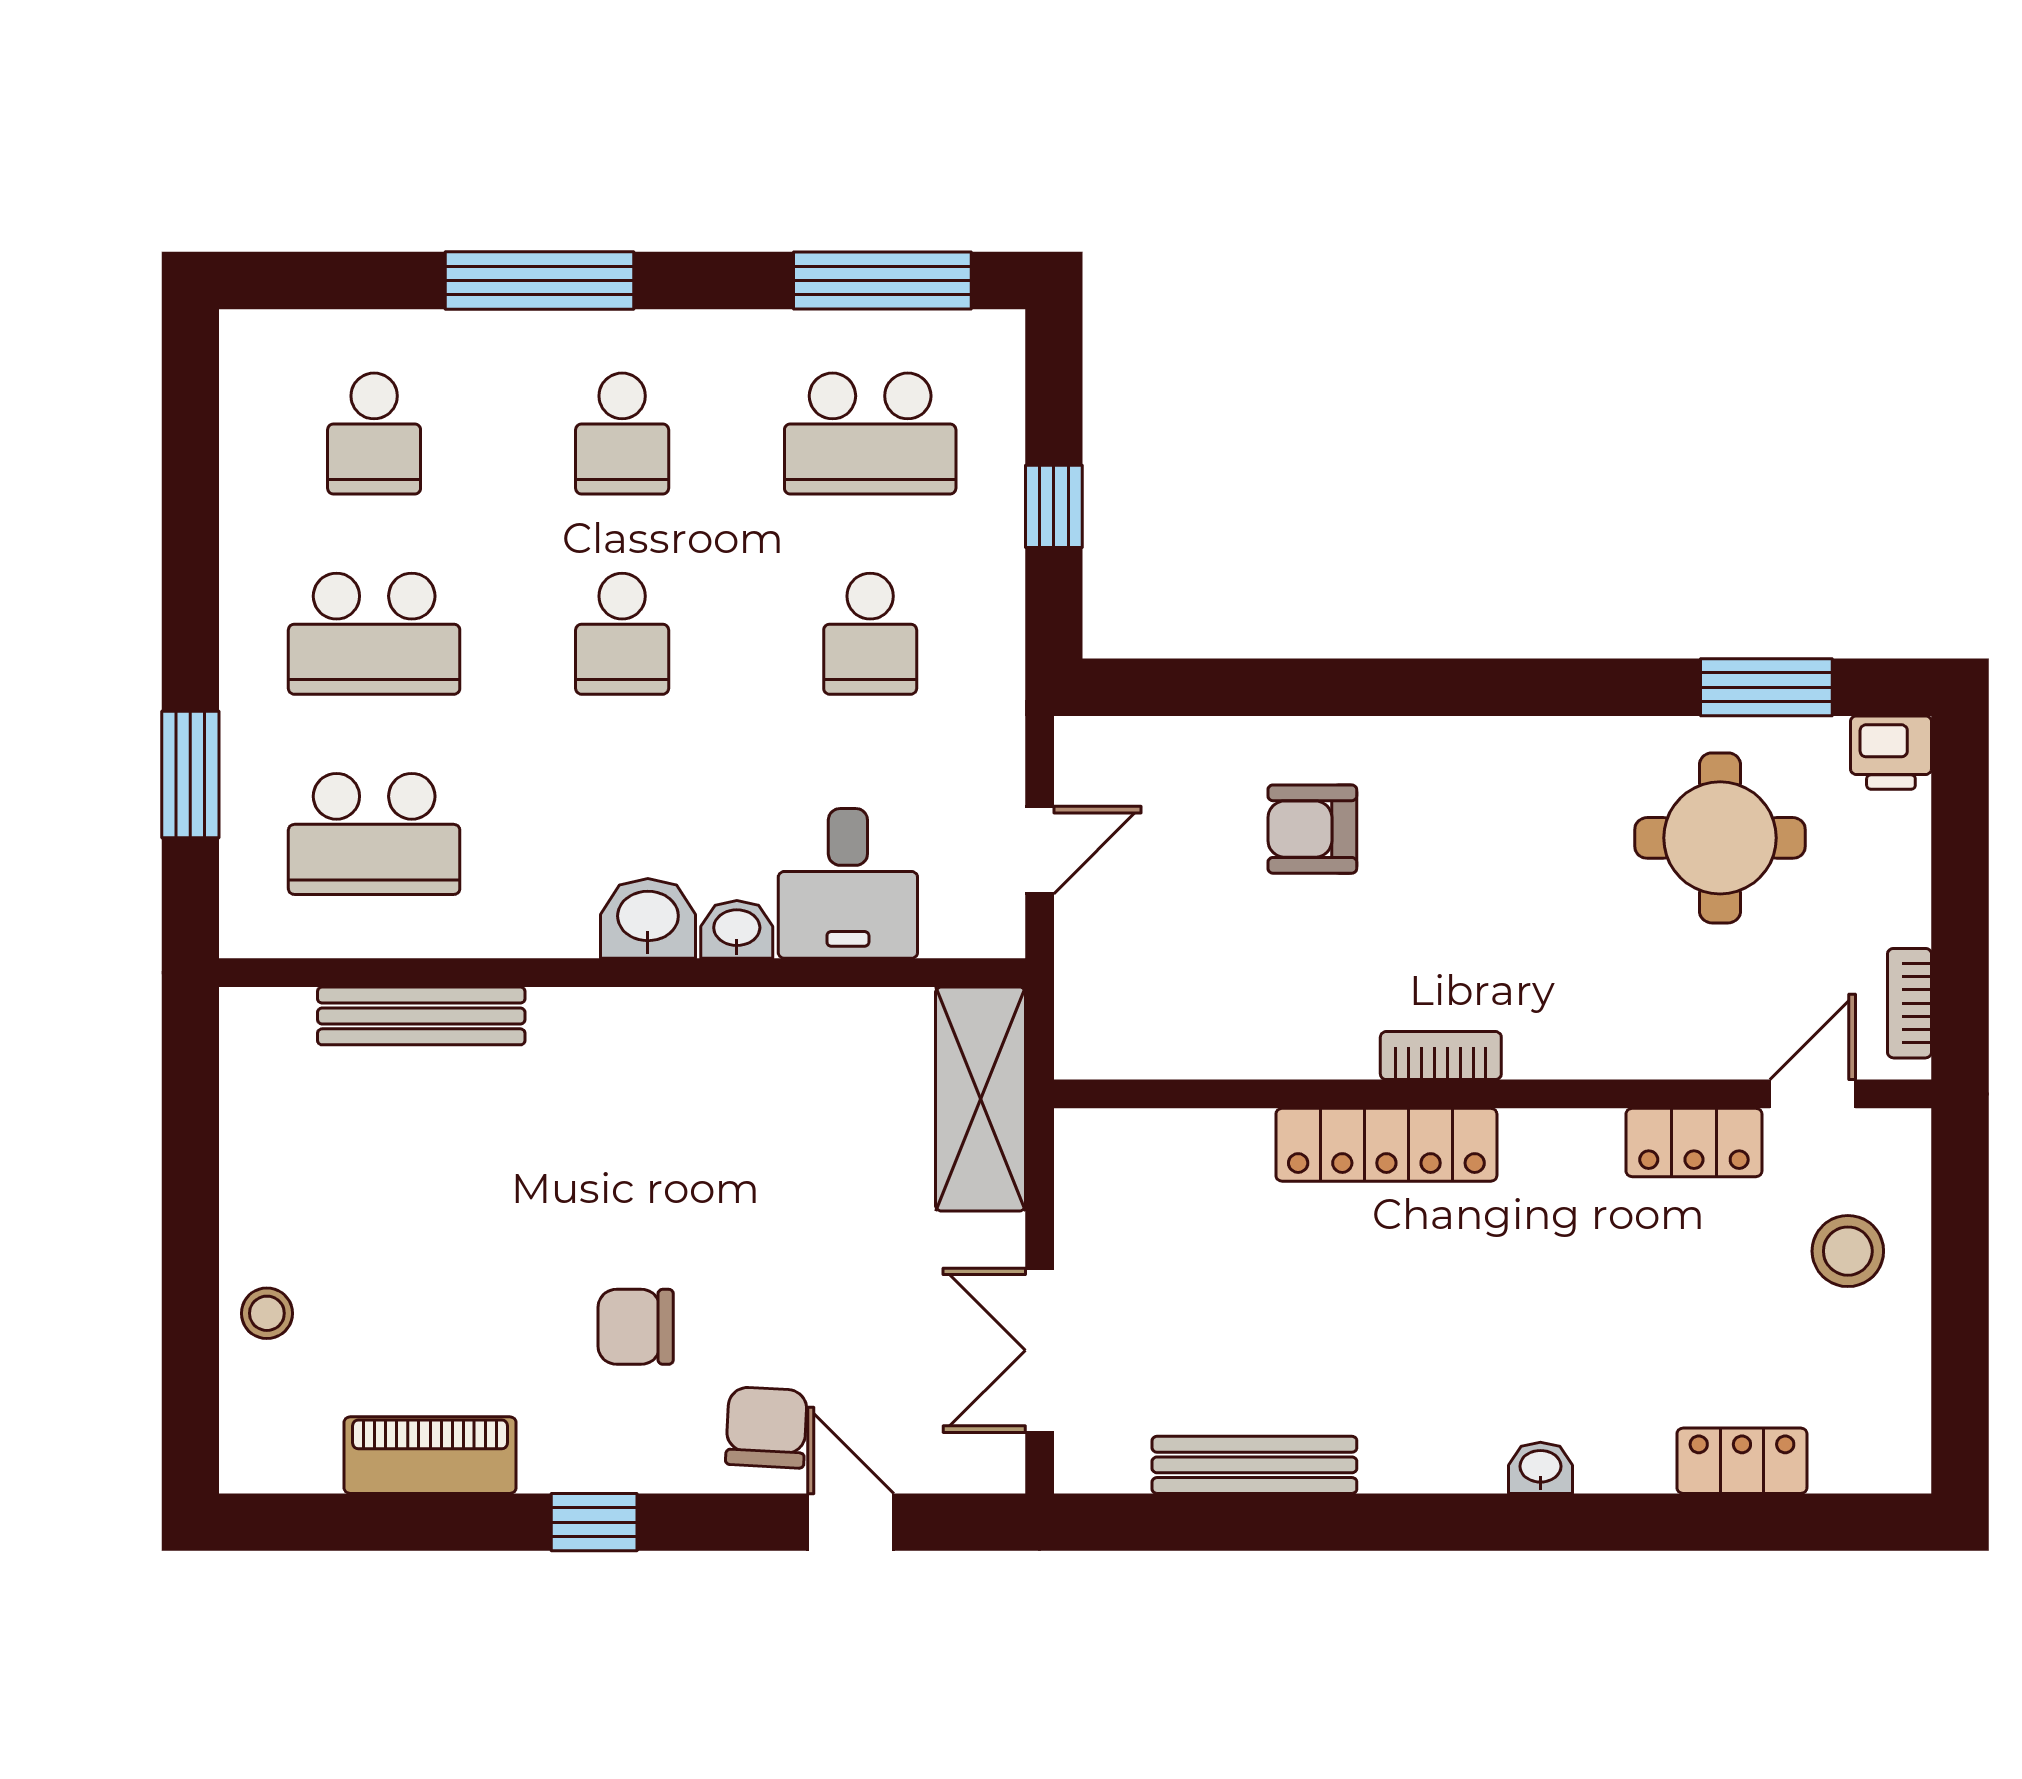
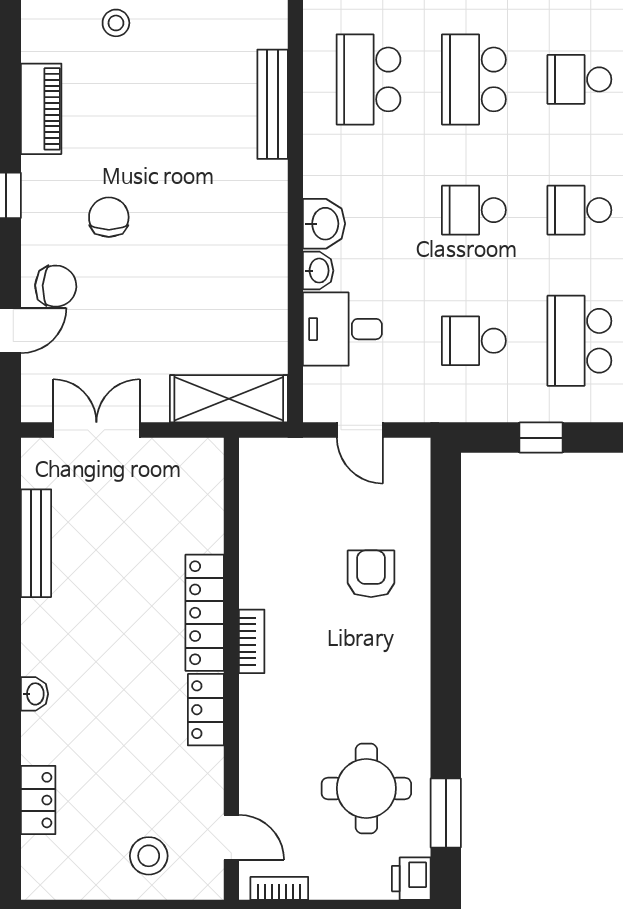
locker: (1694, 1142) -> (206, 710), moved

